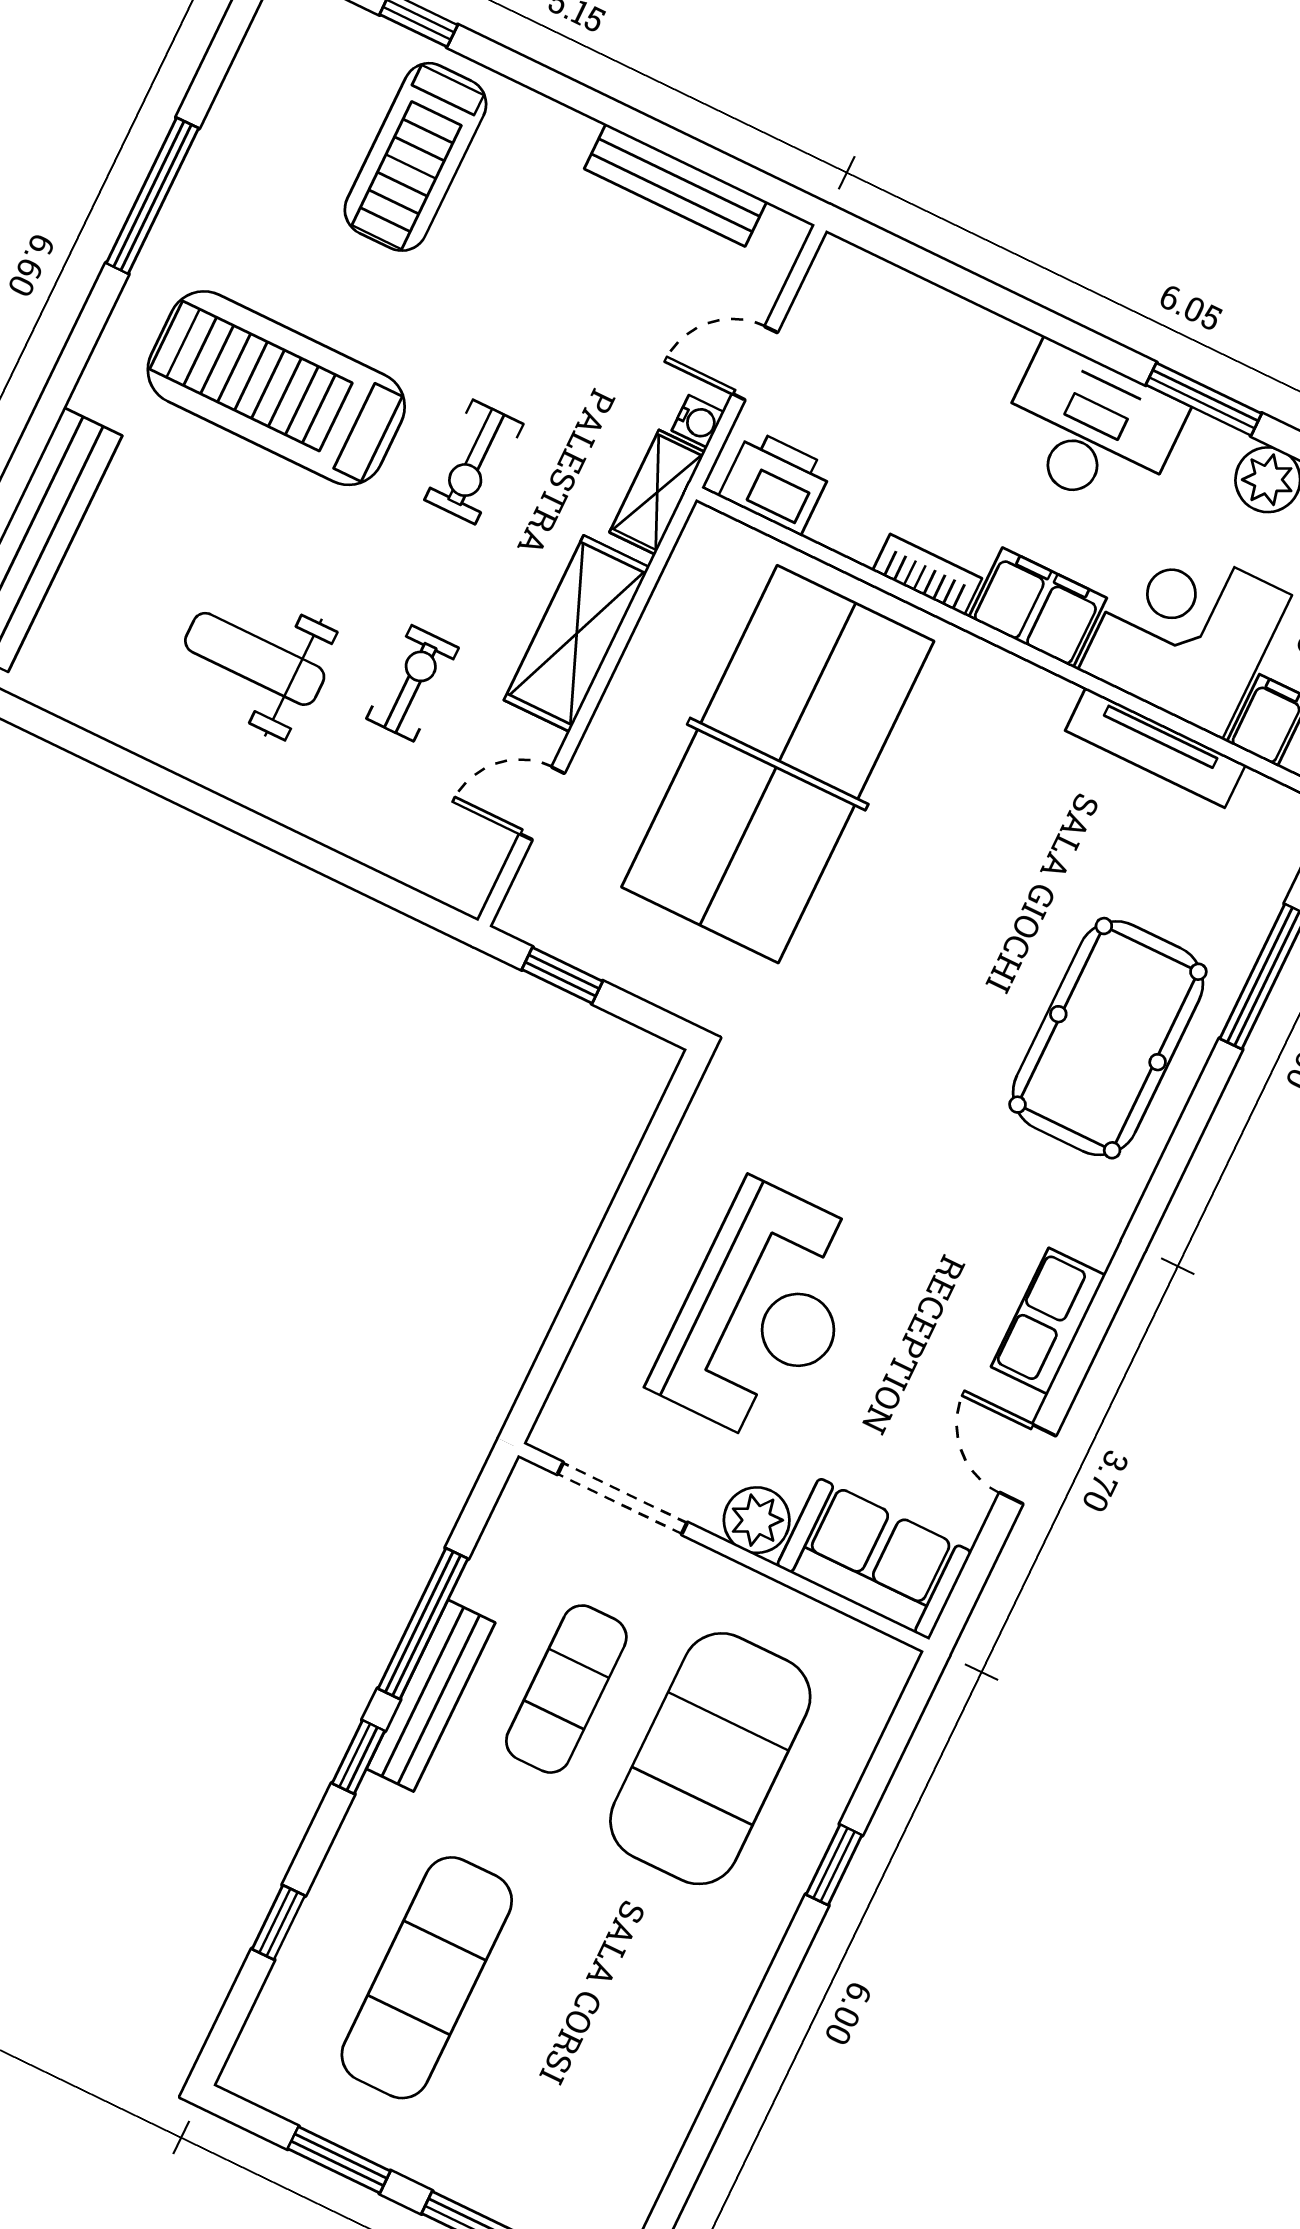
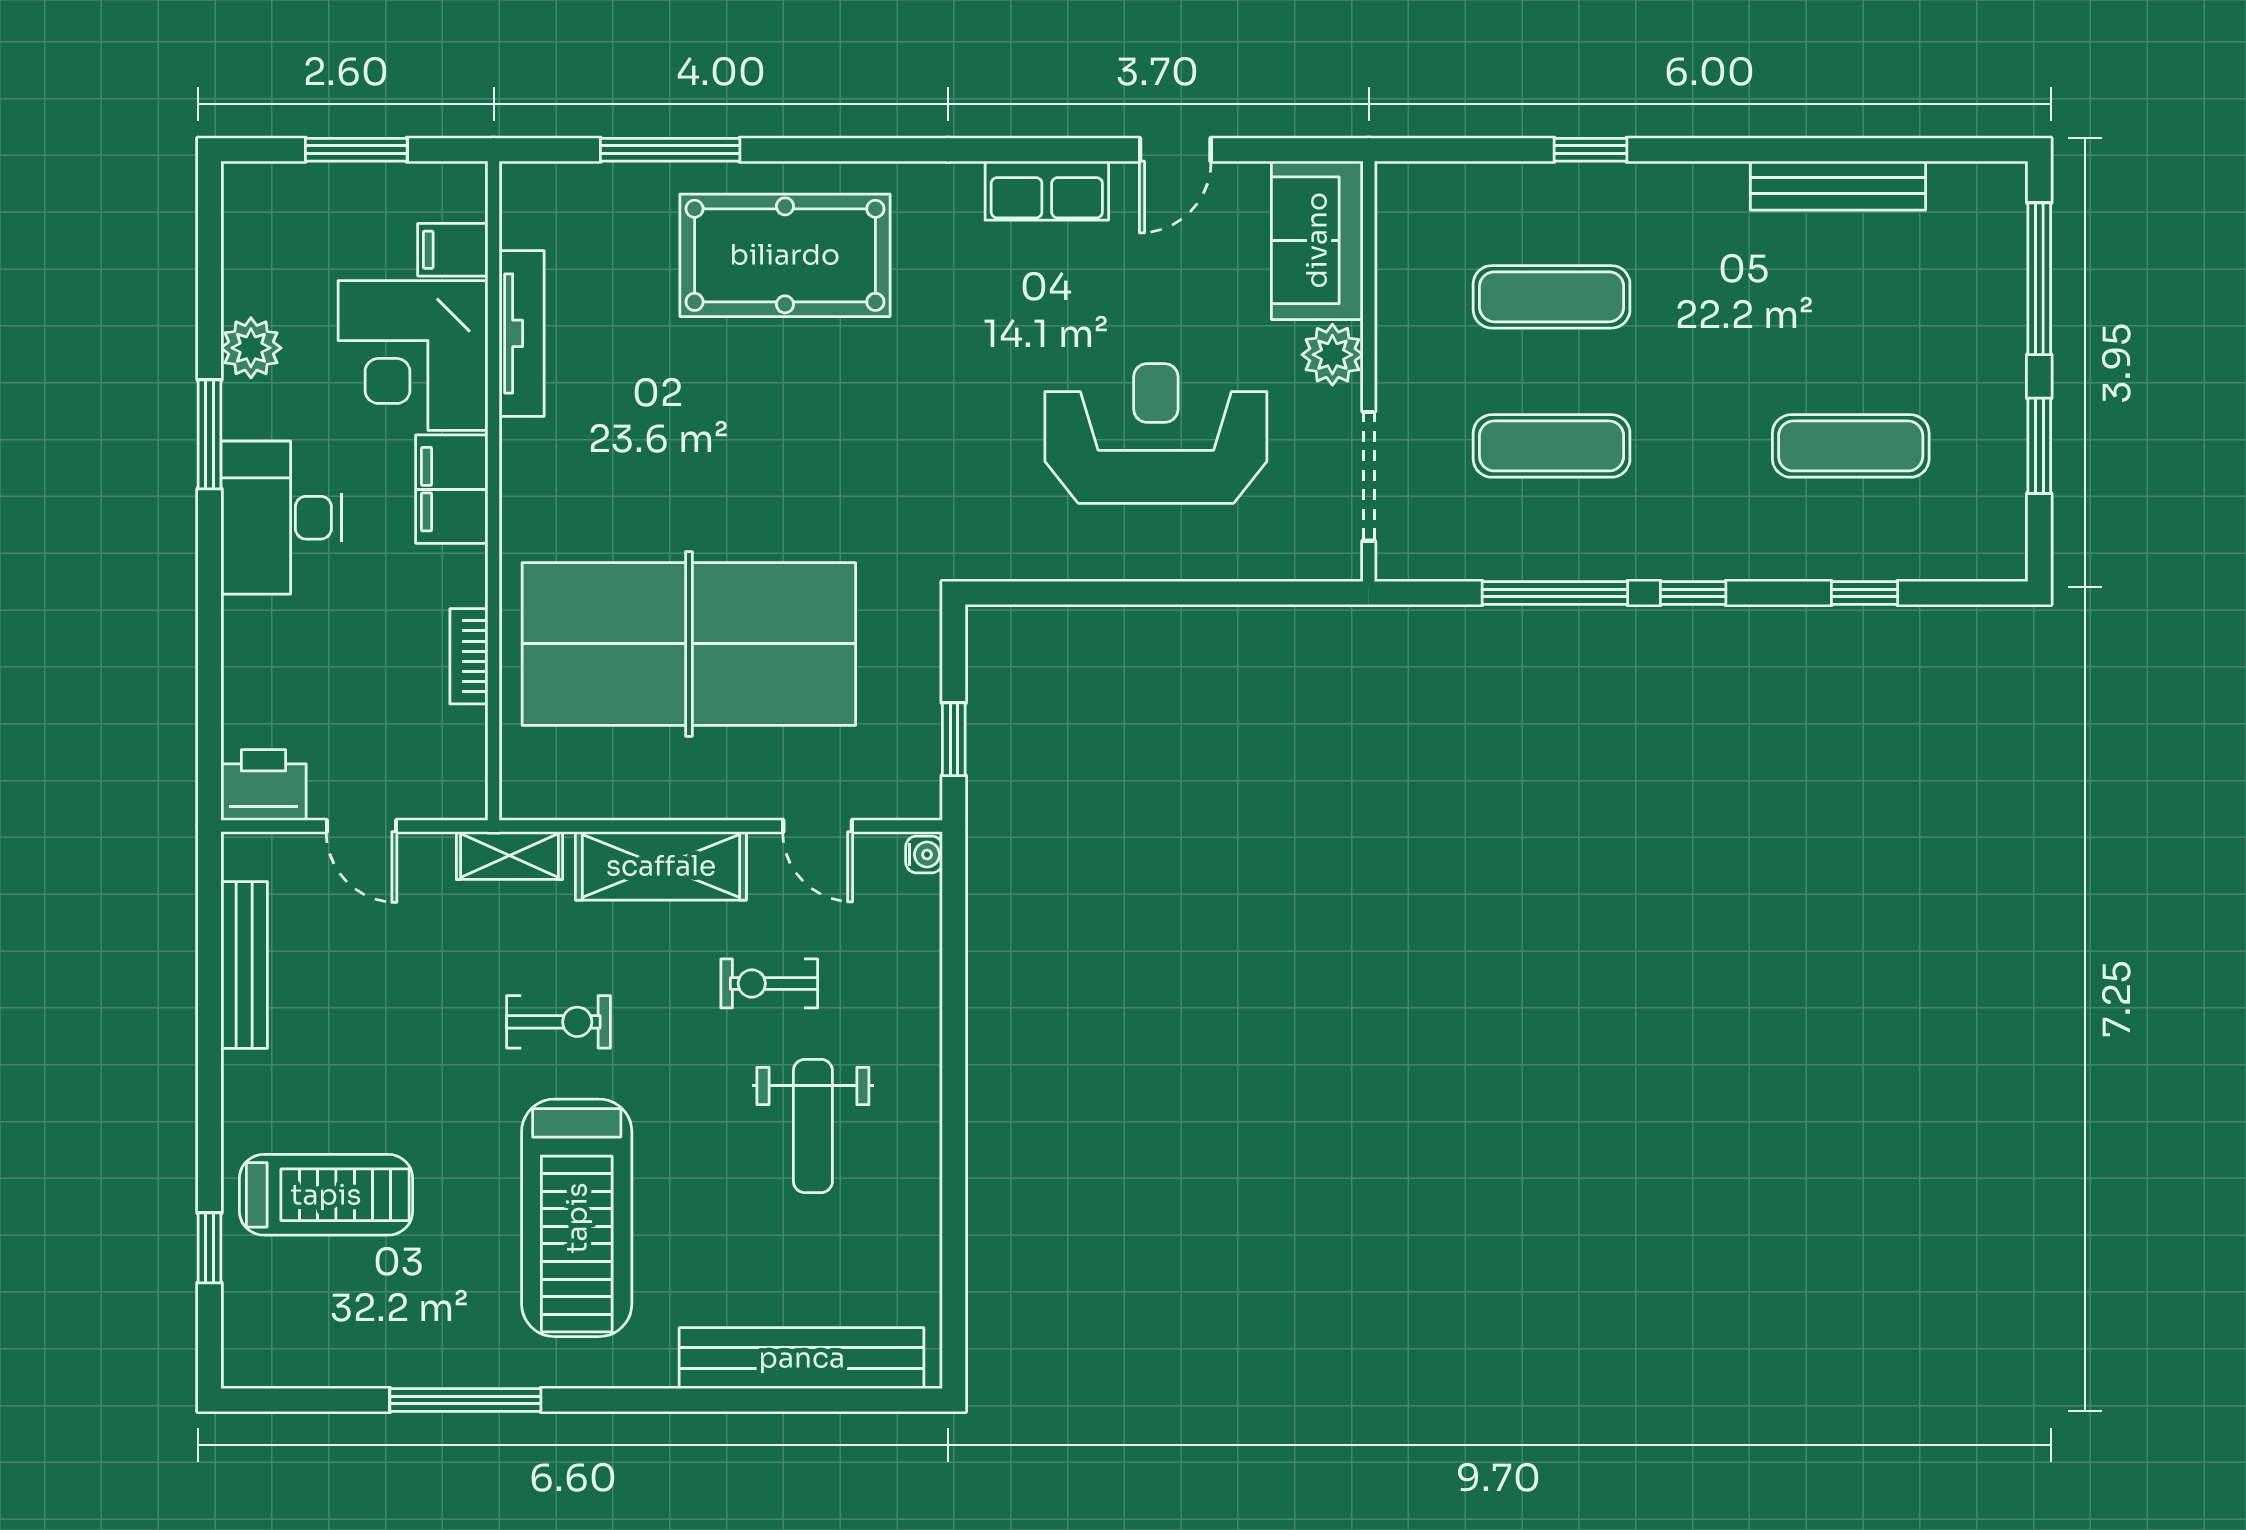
water cooler: (698, 421) -> (924, 854), moved, turned 90
printer: (776, 482) -> (263, 785), moved, turned 90
bookcase: (927, 574) -> (469, 656), moved
bench: (431, 1696) -> (1838, 186), moved
exercise mat: (710, 1759) -> (1552, 297), width x0.50, depth x0.69
exercise mat: (427, 1978) -> (1851, 446), width x0.73, depth x0.69

